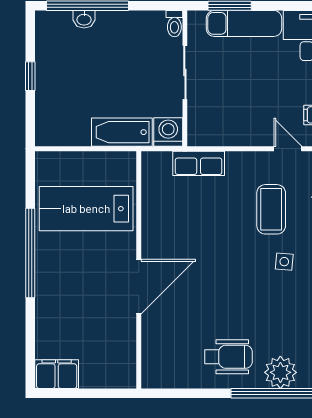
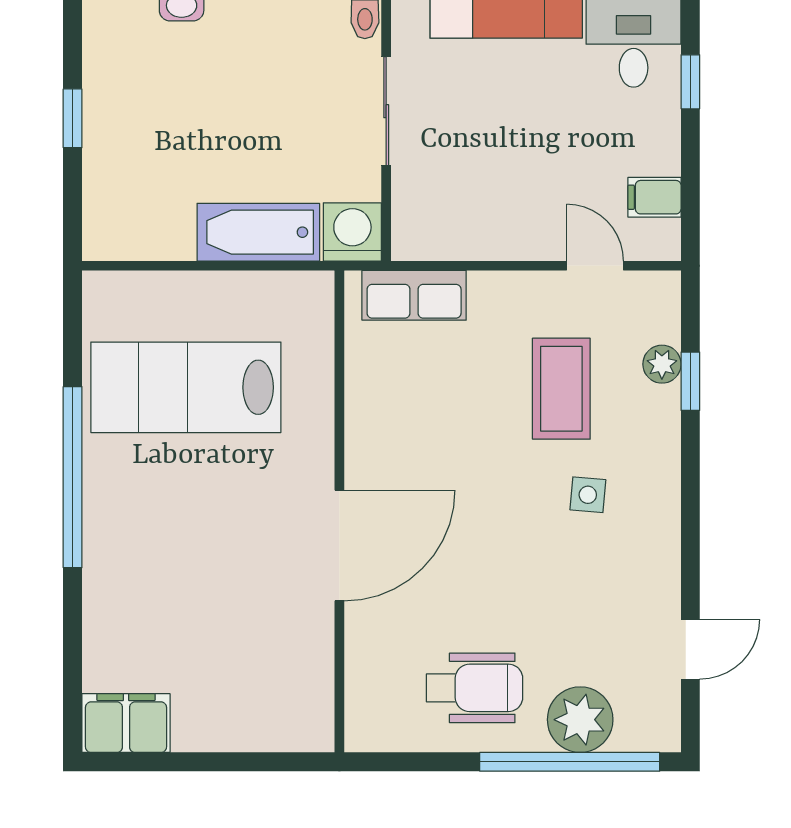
wall: (139, 270) -> (339, 511), moved
door: (139, 287) -> (339, 545), moved

